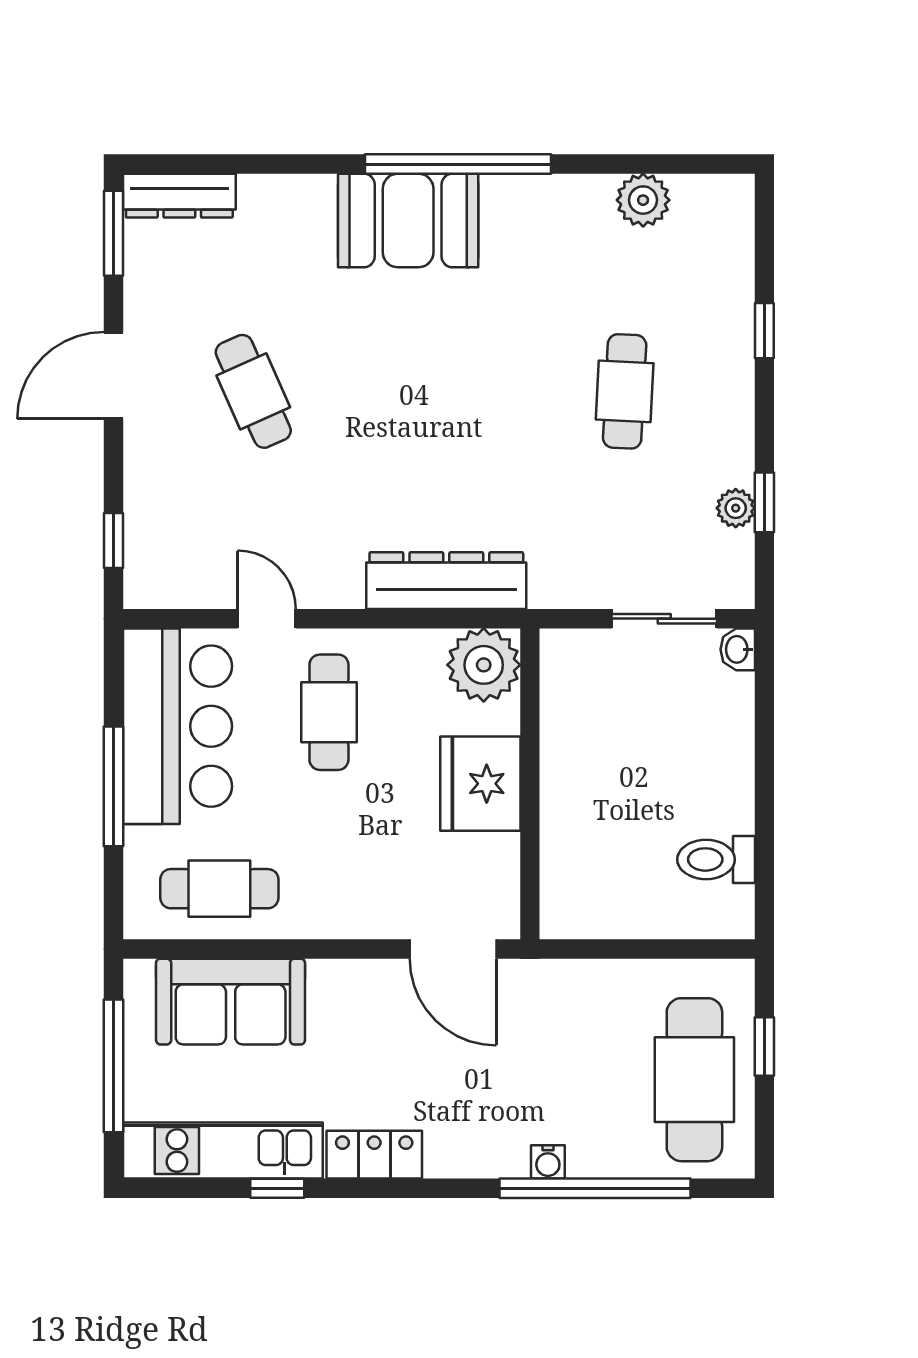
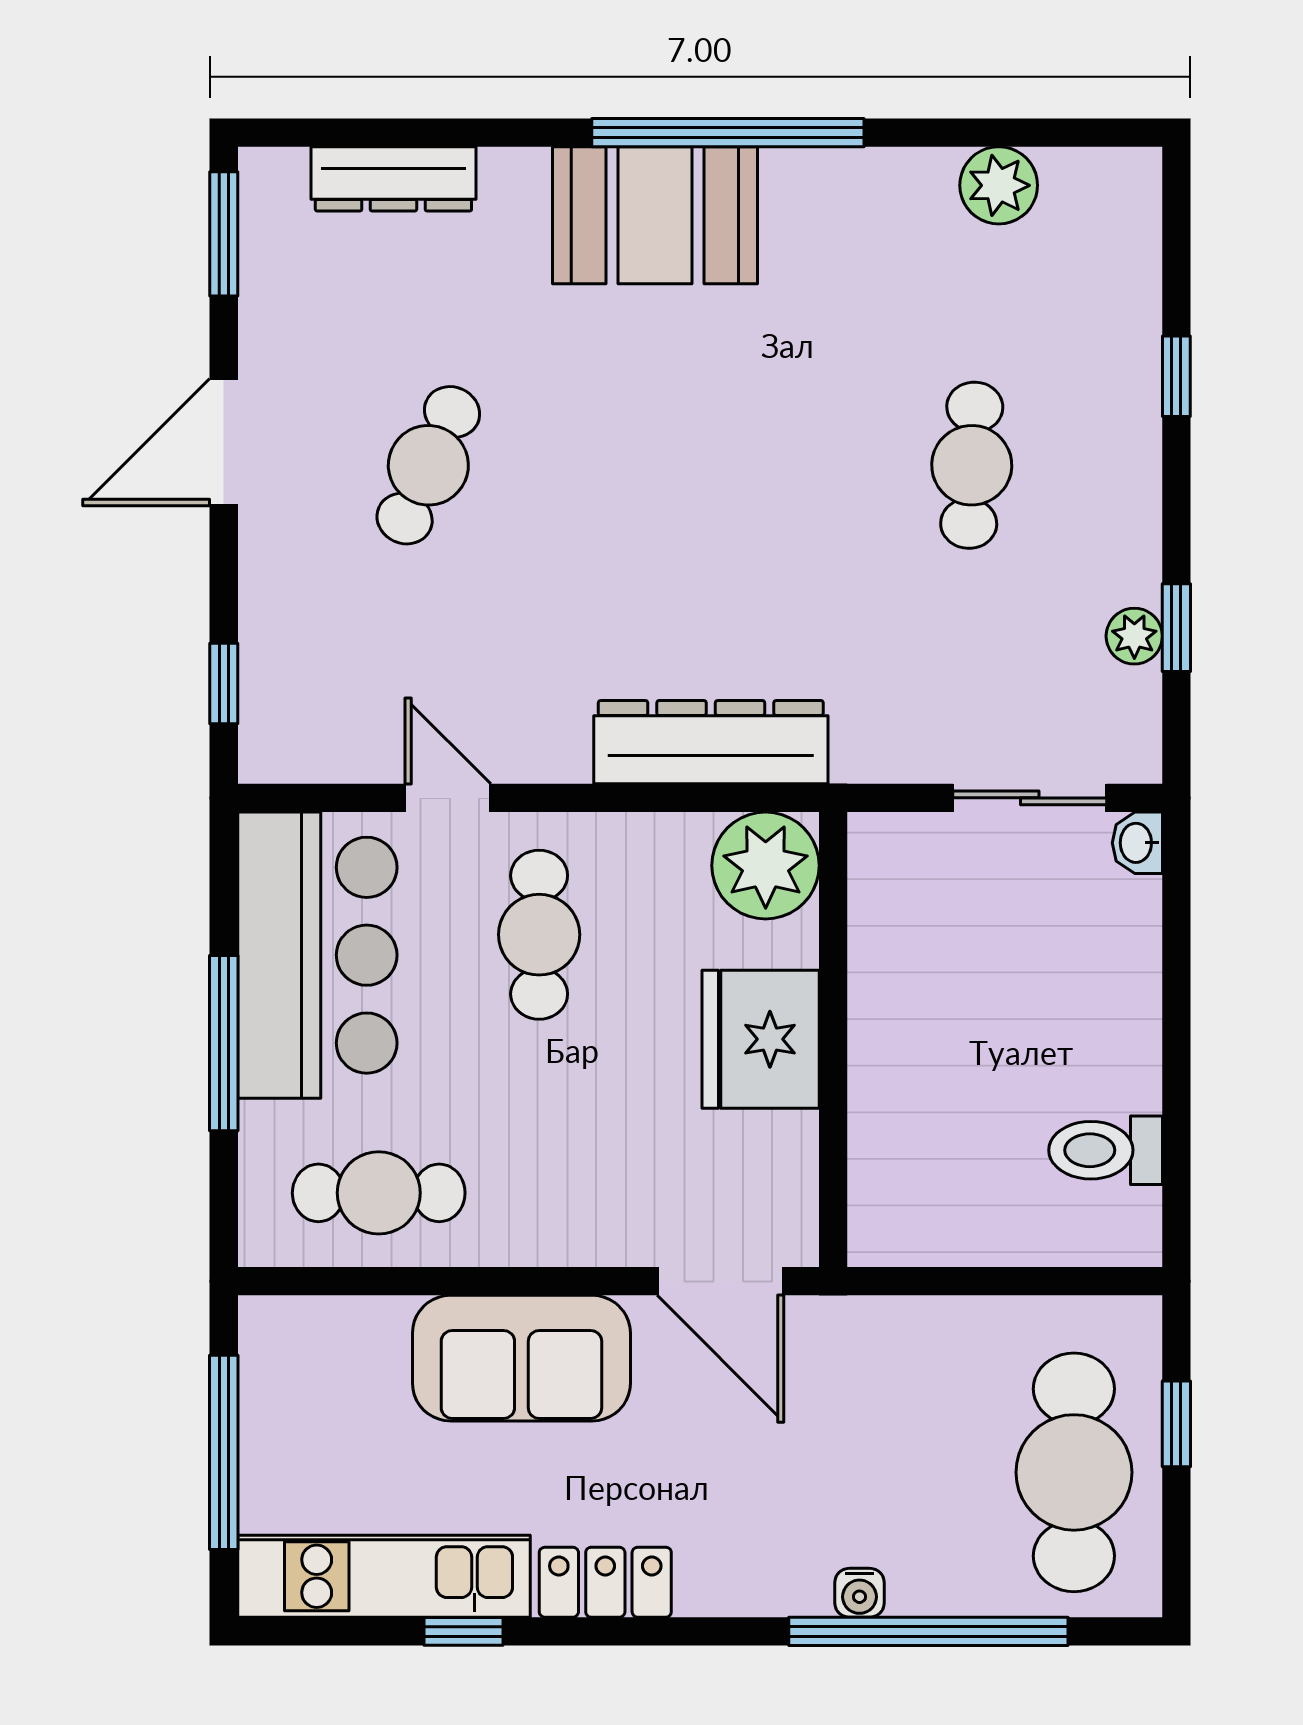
dresser: (179, 196) -> (393, 179), moved
cafe table: (253, 391) -> (428, 465), turned 48
sofa: (231, 1002) -> (521, 1358), moved

